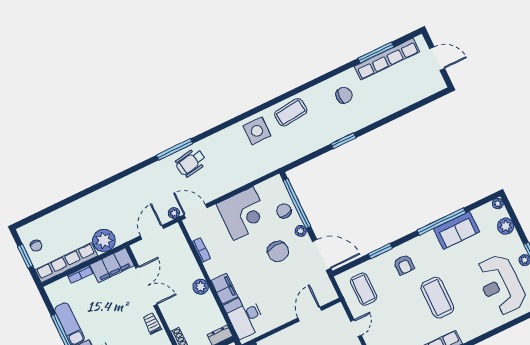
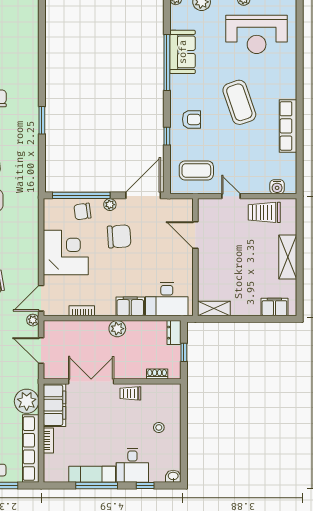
window: (380, 251) -> (167, 136), width x0.67
coffee table: (437, 298) -> (239, 102), turned 71

